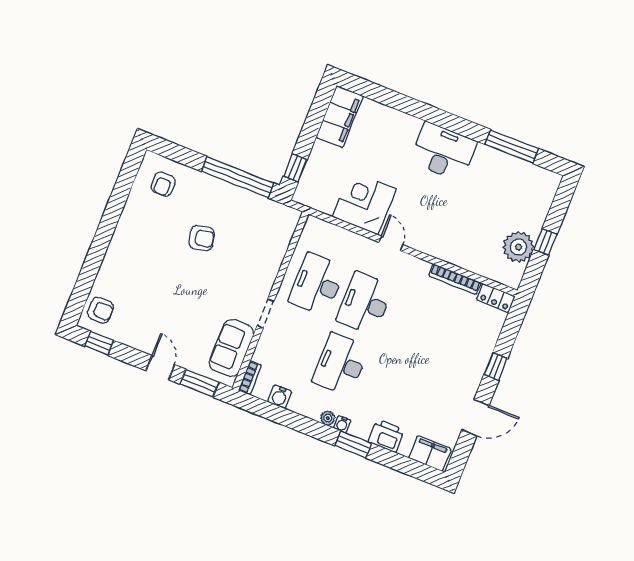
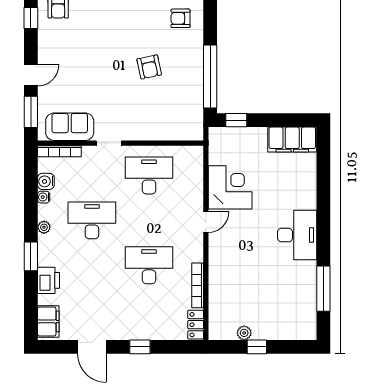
plant: (518, 247) -> (244, 333), width x0.53, depth x0.53
desk: (365, 303) -> (149, 265), moved
bookcase: (250, 378) -> (59, 151), width x1.56
water cooler: (342, 424) -> (44, 197), moved

